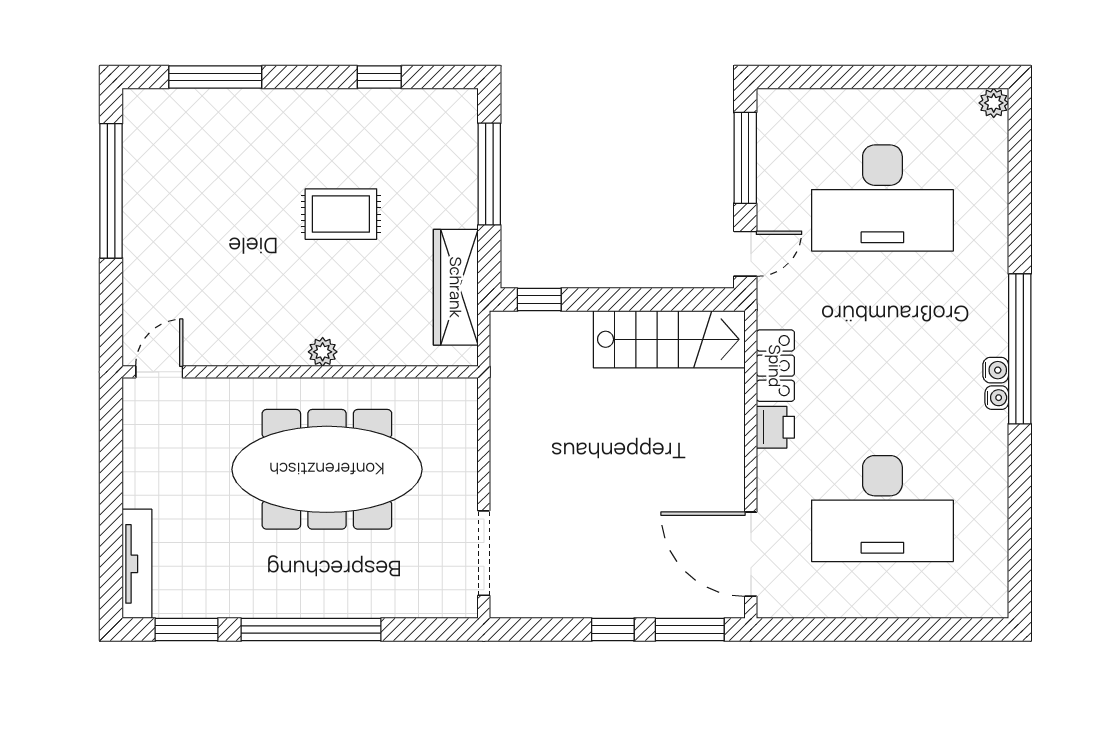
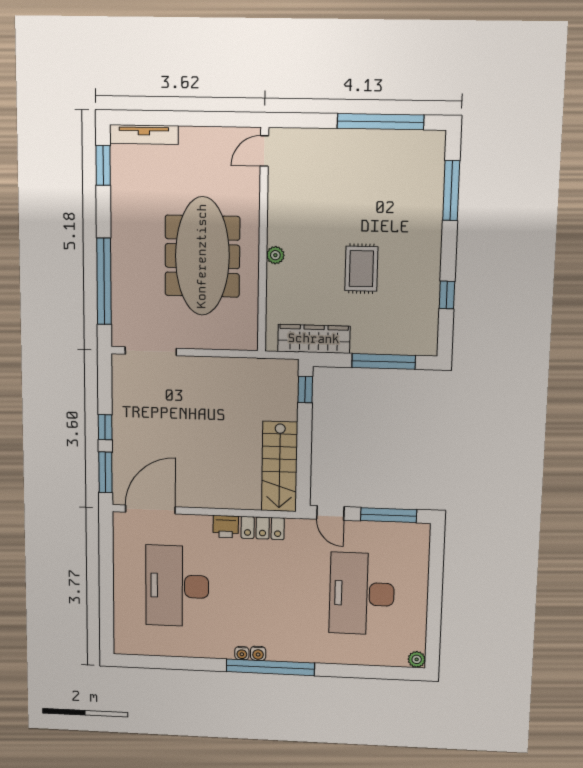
door: (159, 372) -> (264, 151), swing flipped
window: (311, 630) -> (104, 281), moved

